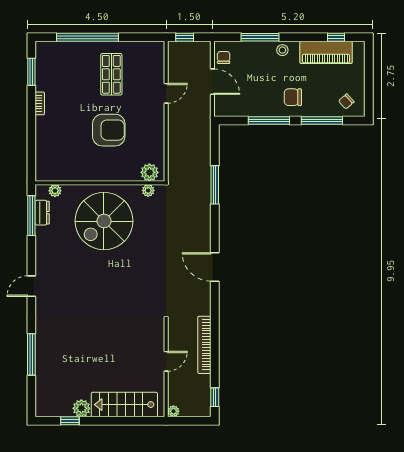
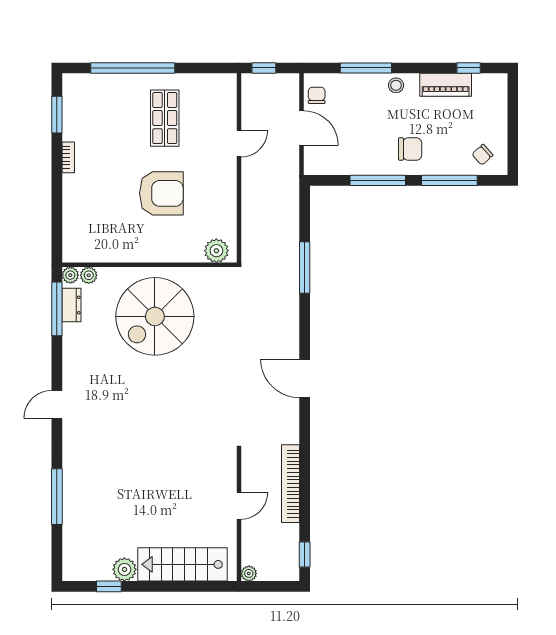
piano: (326, 52) -> (446, 85), width x0.73, depth x0.75
chair: (293, 97) -> (410, 149), turned 180
plant: (148, 190) -> (70, 275), moved

